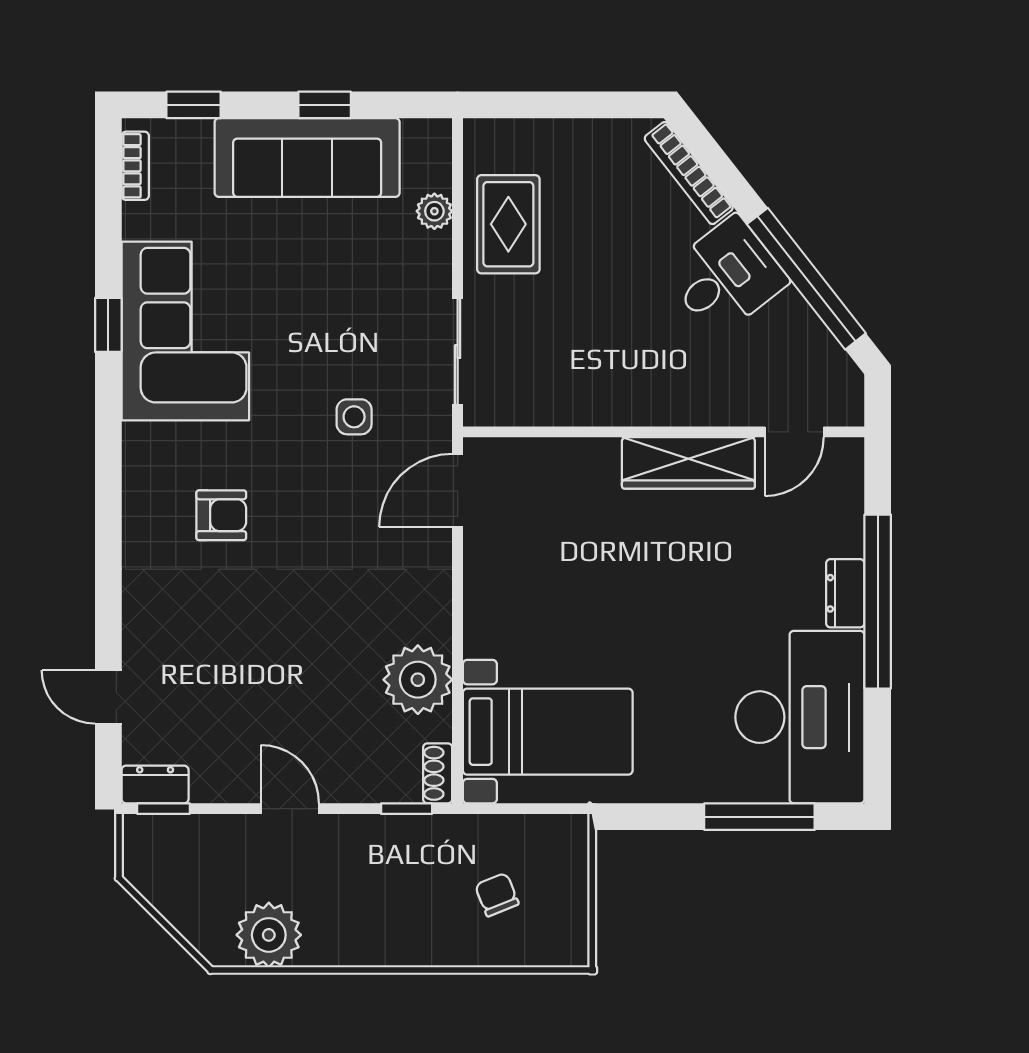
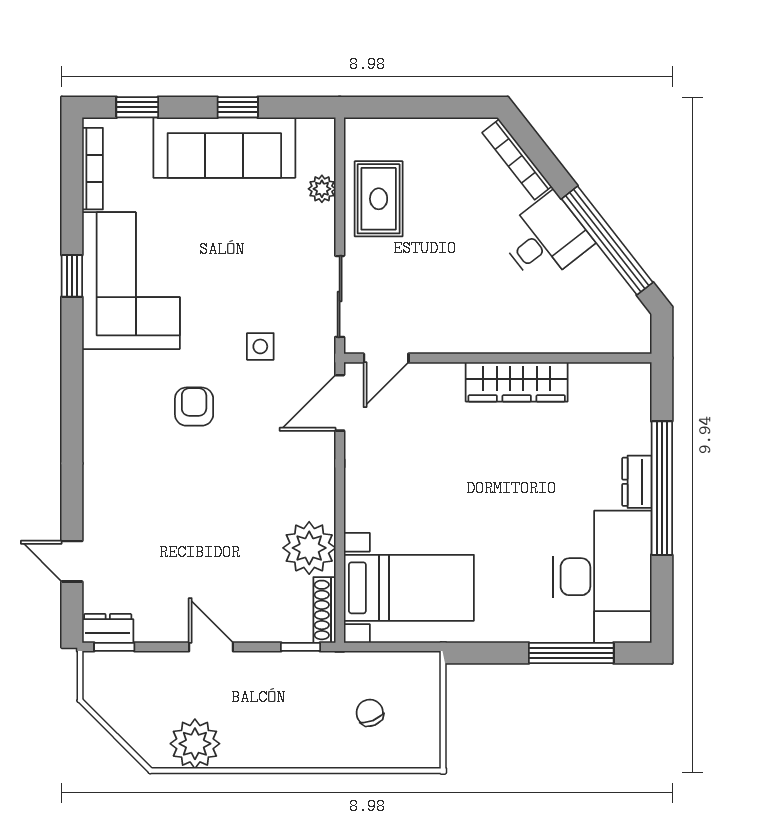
bookcase: (135, 166) -> (93, 169), width x1.56
door: (794, 432) -> (386, 358), moved
armchair: (221, 515) -> (194, 407), moved, turned -90
shoe rack: (438, 773) -> (324, 610), width x1.43

